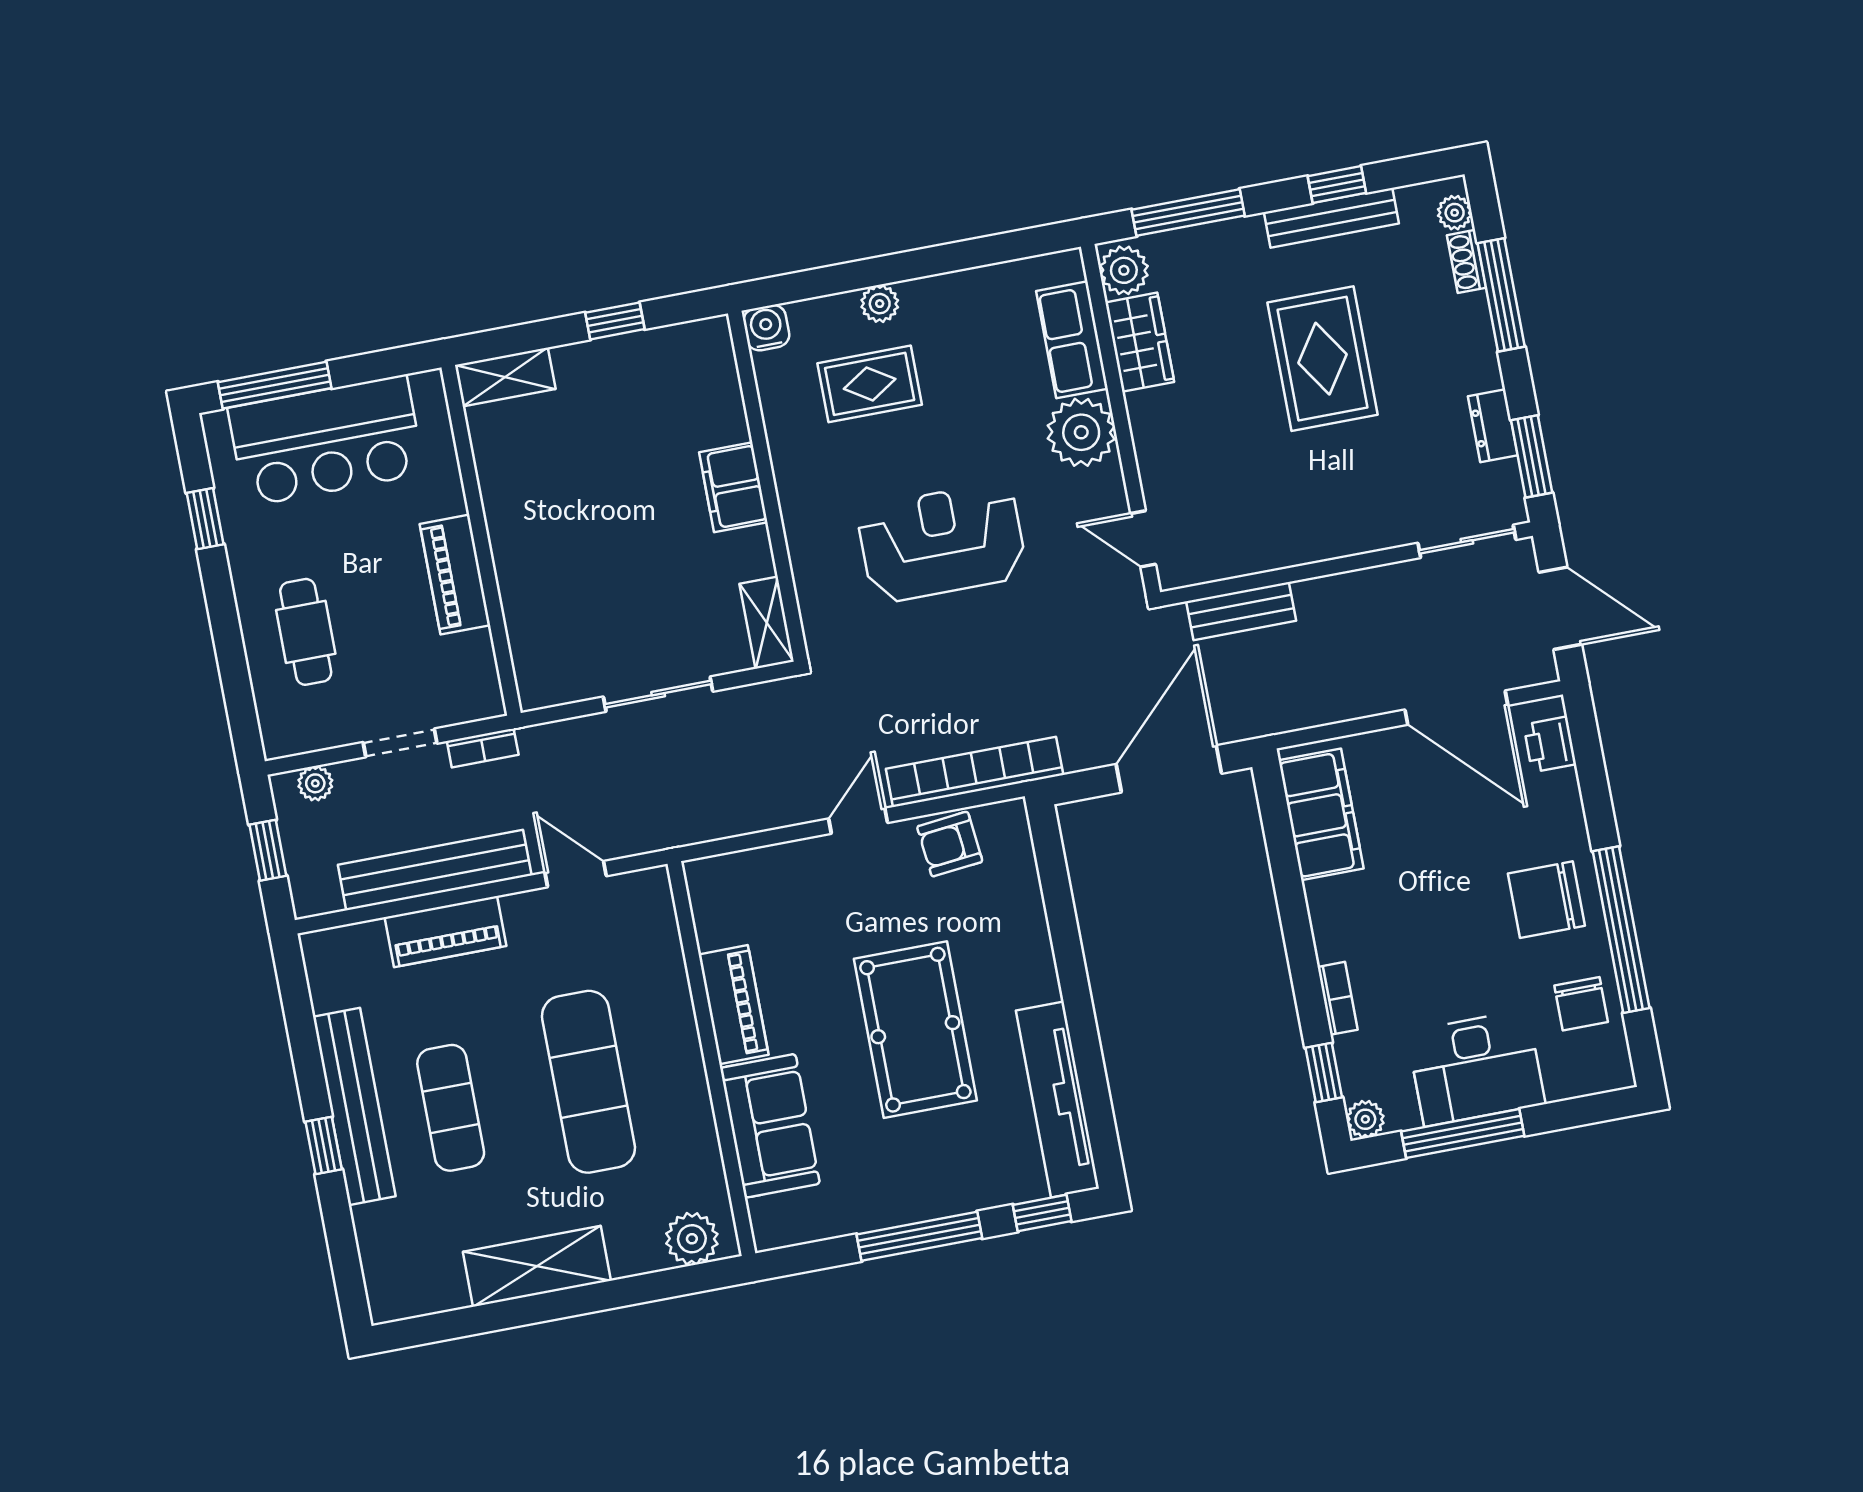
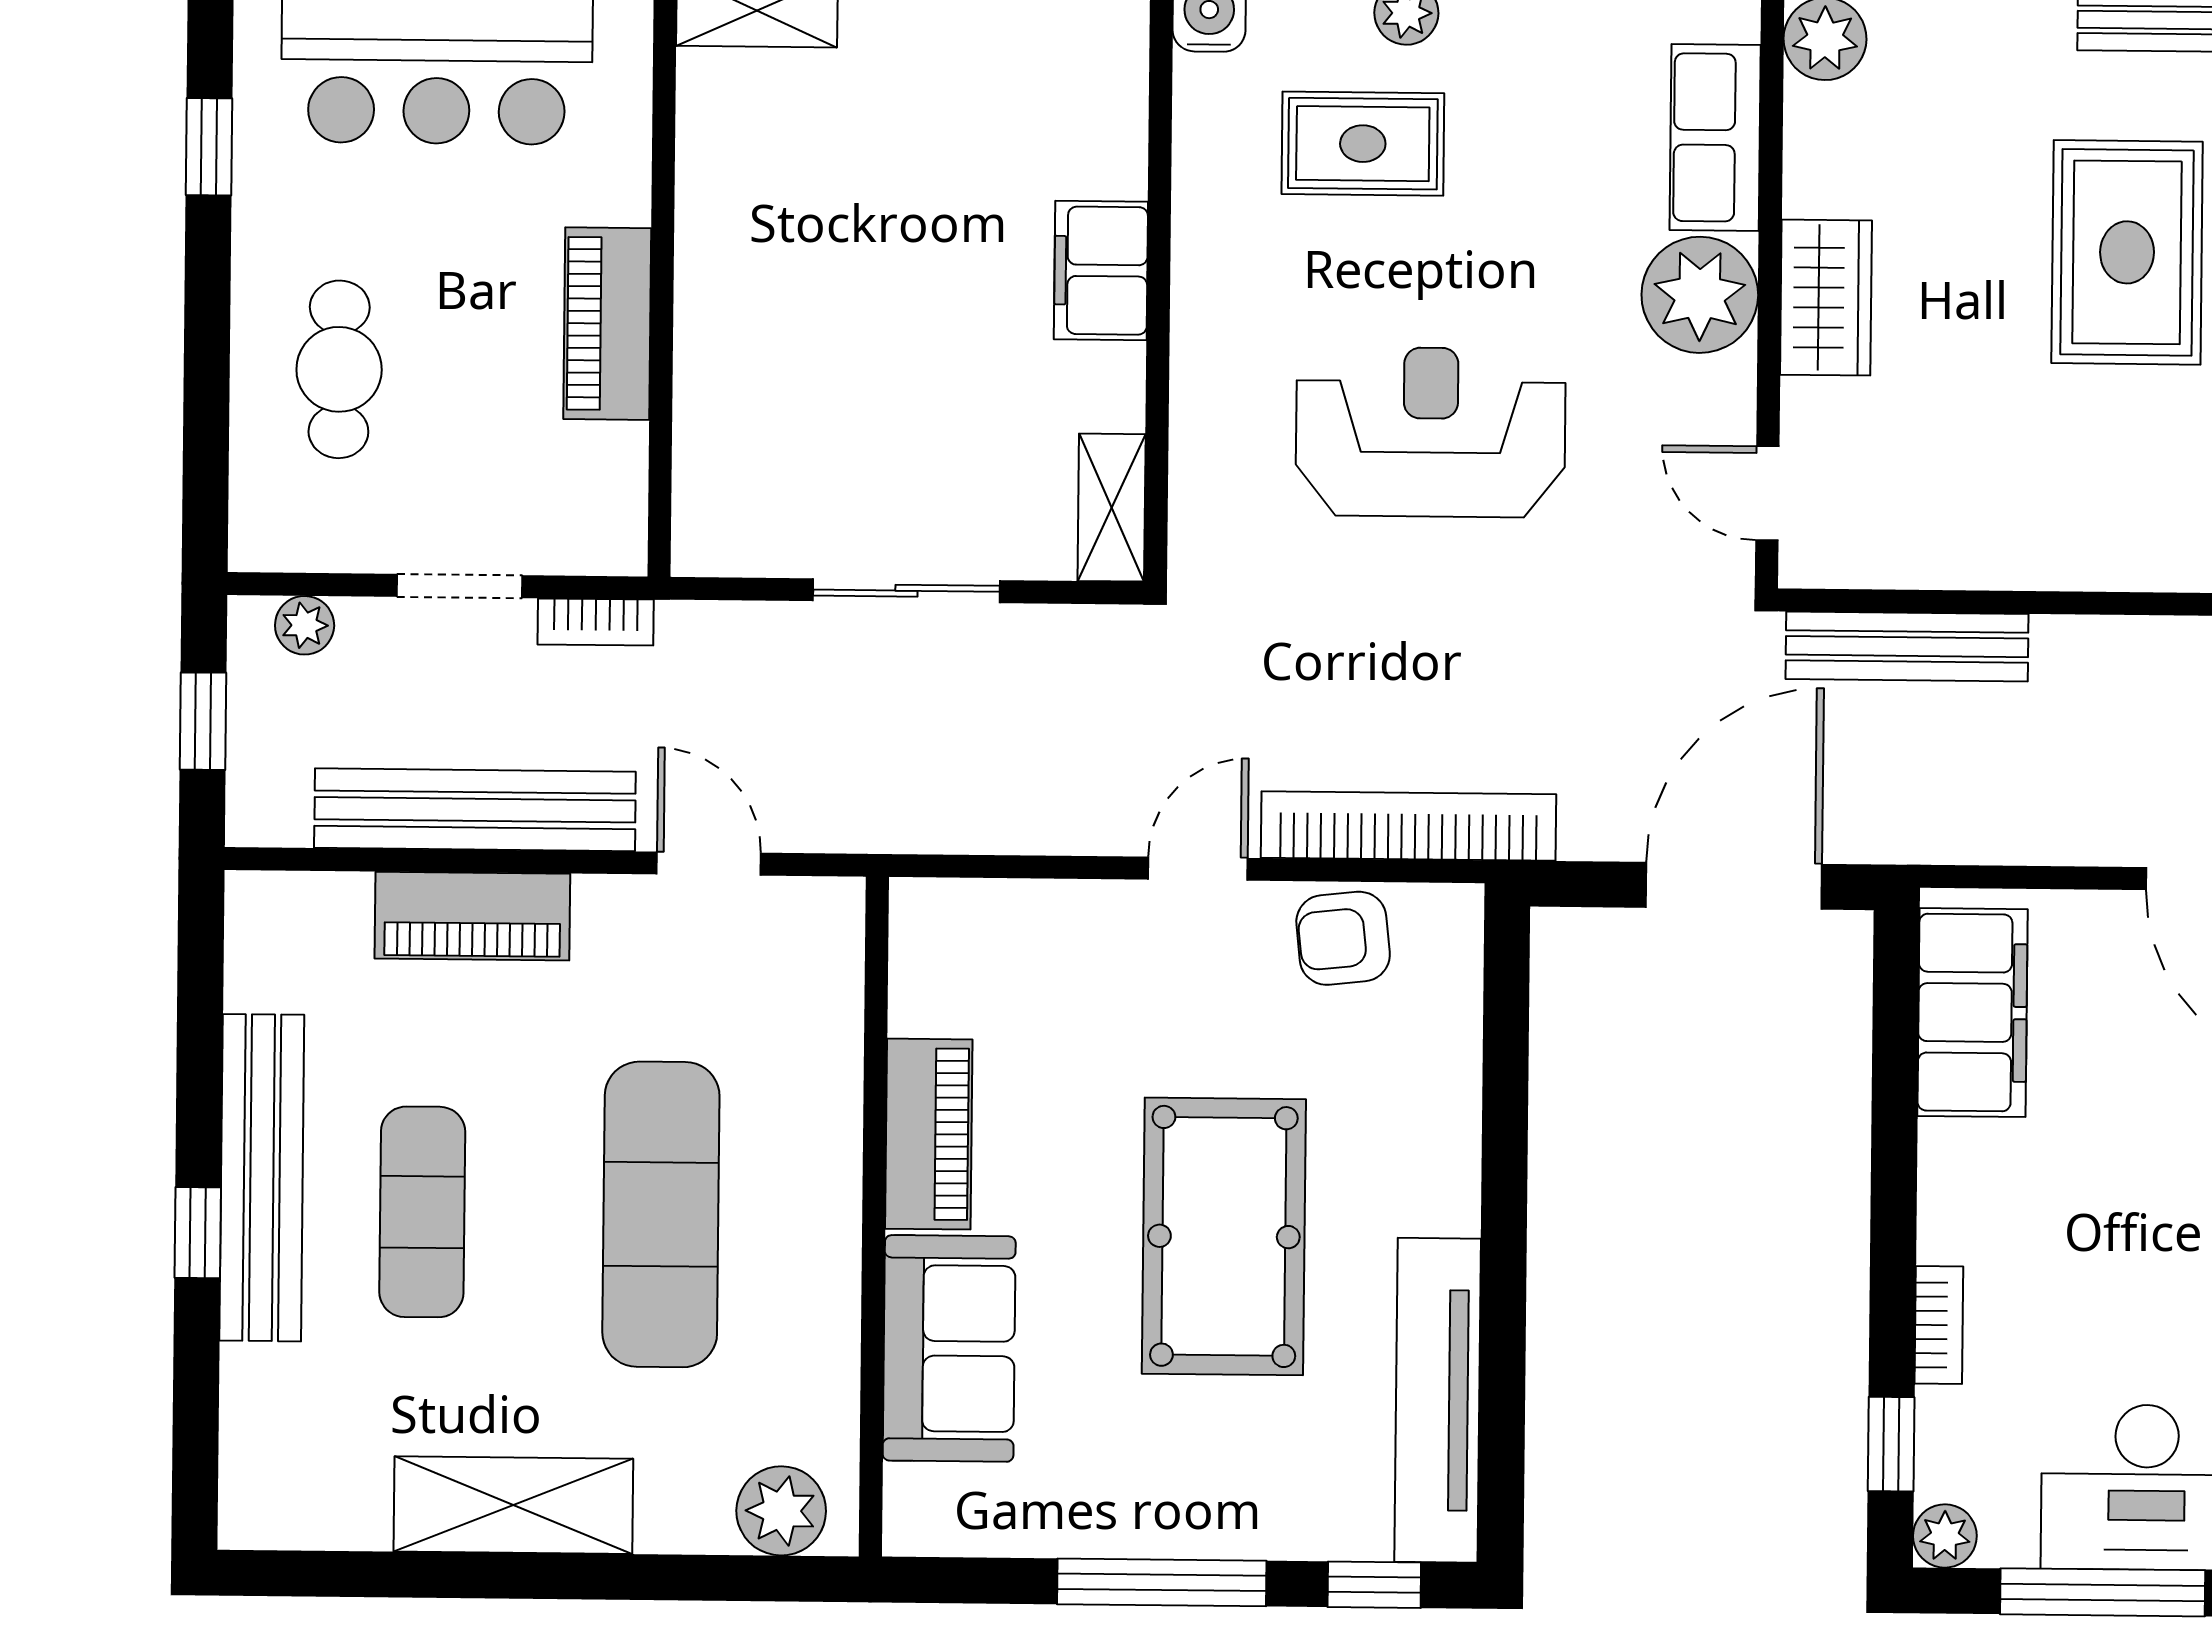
wardrobe: (1140, 342) -> (1826, 298), moved
bench: (1241, 611) -> (1907, 647), width x1.36

